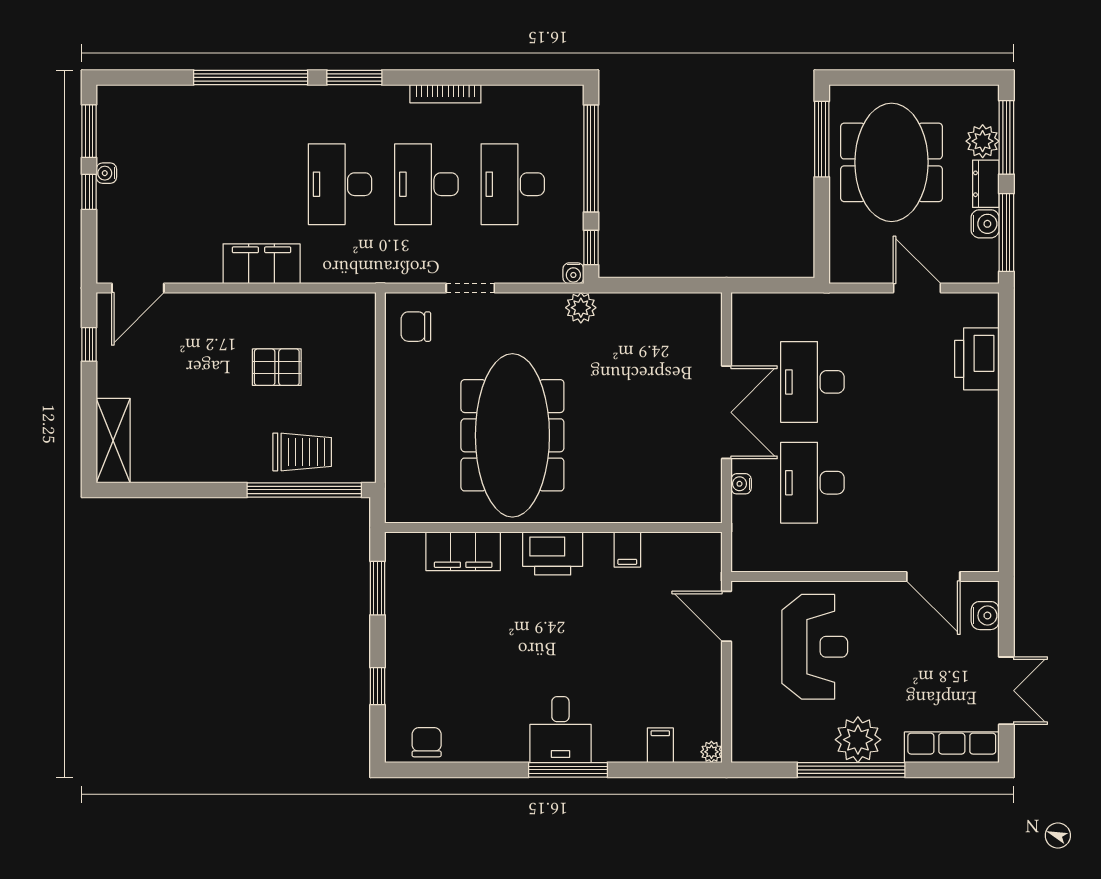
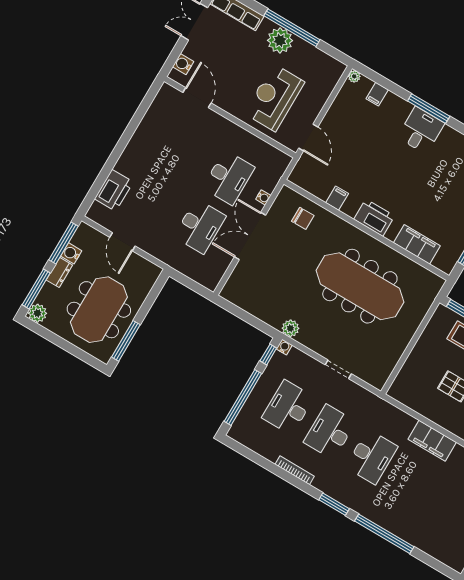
plant: (983, 141) -> (37, 313), moved
desk: (426, 184) -> (330, 432), turned 180
desk: (513, 184) -> (288, 407), turned 180
chair: (416, 327) -> (303, 218), moved
meeting table: (512, 435) -> (360, 286), turned 90

